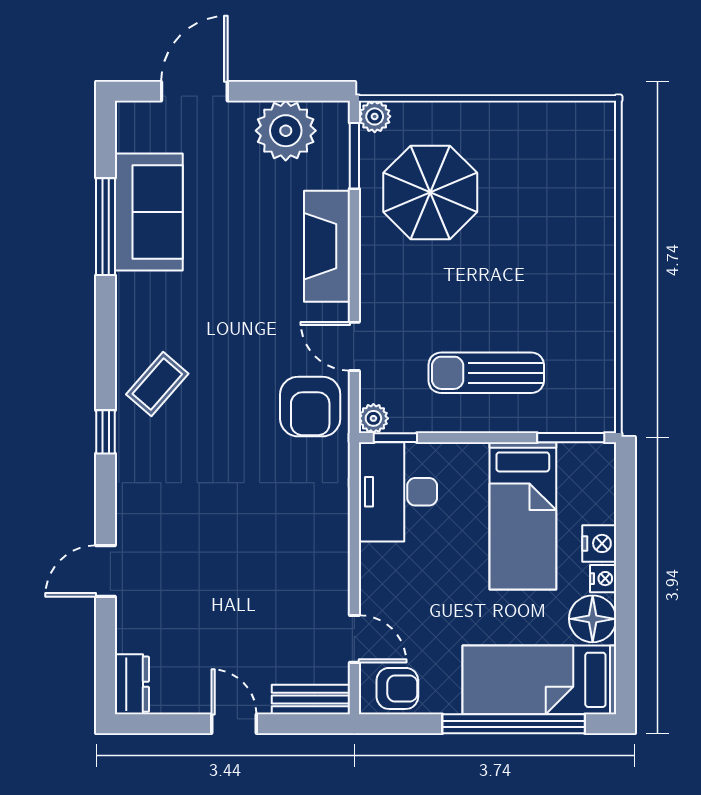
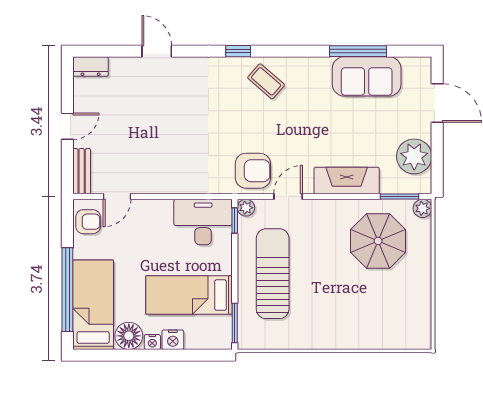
sun lounger: (486, 373) -> (273, 274), width x1.36, depth x1.34
armchair: (310, 407) -> (253, 171), turned 180
armchair: (397, 688) -> (88, 222), turned -90

